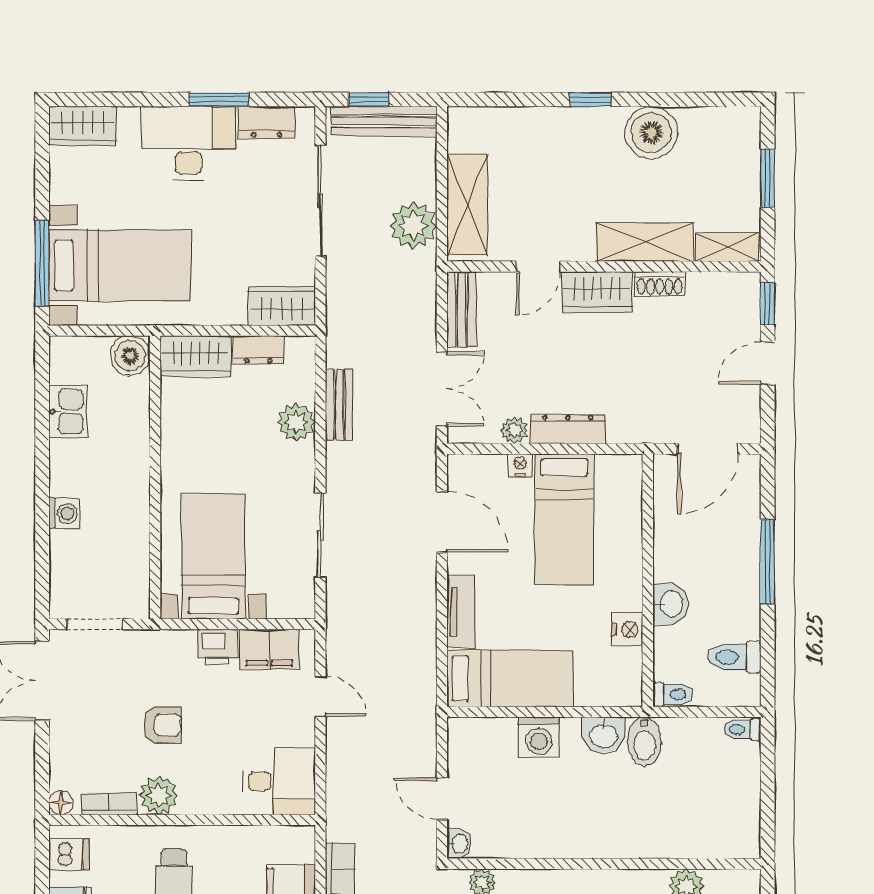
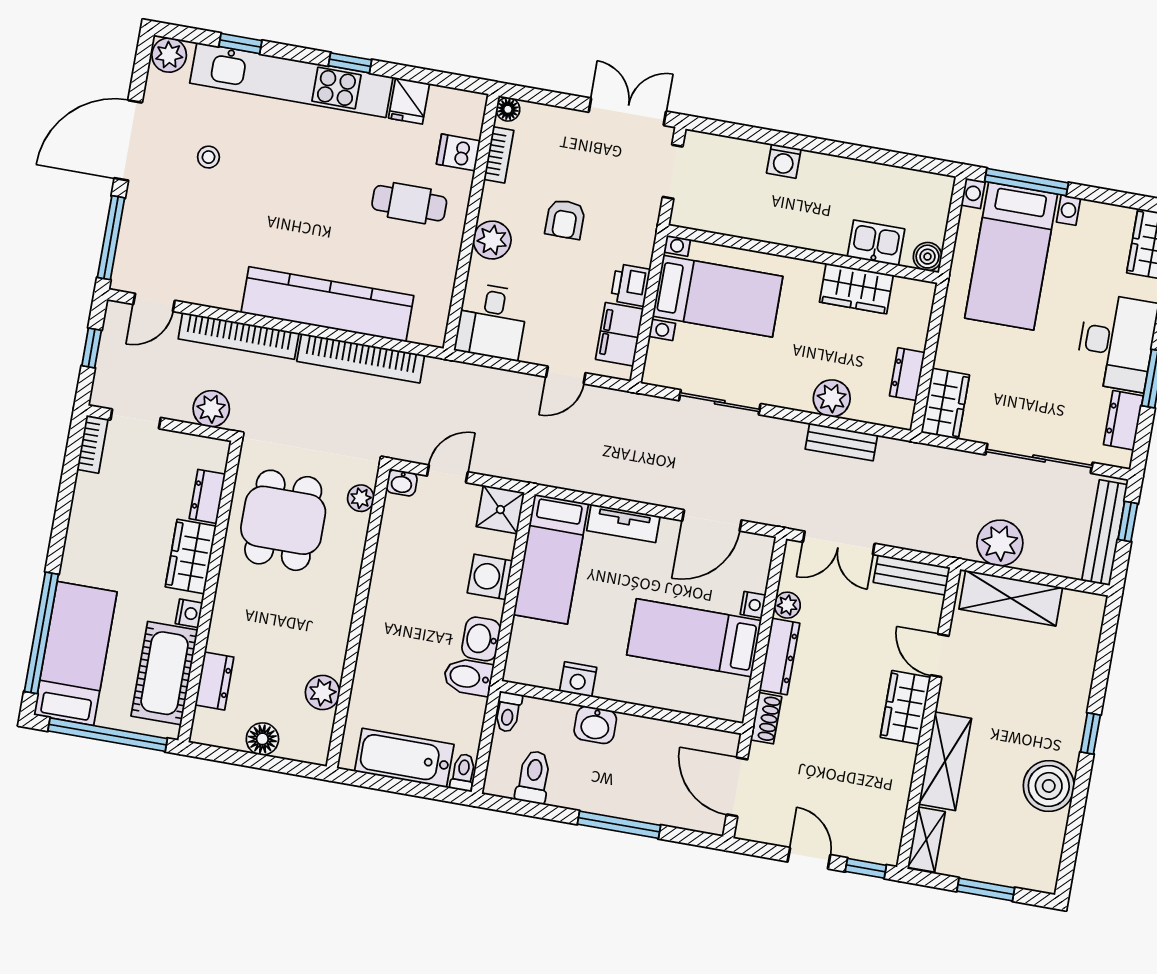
shoe rack: (660, 284) -> (766, 718), moved, turned 180
boiler: (130, 356) -> (928, 257), width x0.73, depth x0.73
wardrobe: (195, 356) -> (856, 289), moved, turned -90
kitchen sink: (68, 412) -> (876, 243), moved, turned 180
shower: (469, 739) -> (500, 510), added
bathtub: (738, 792) -> (404, 758), added
plant: (159, 795) -> (492, 240), moved
dishwasher: (69, 855) -> (458, 152), moved, turned 90

